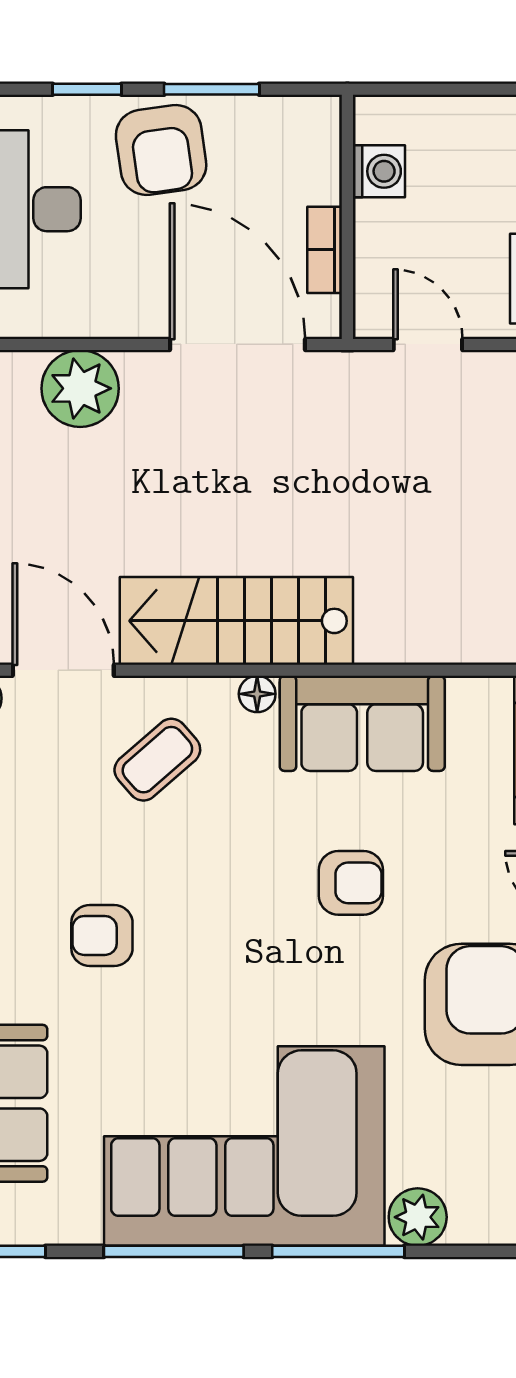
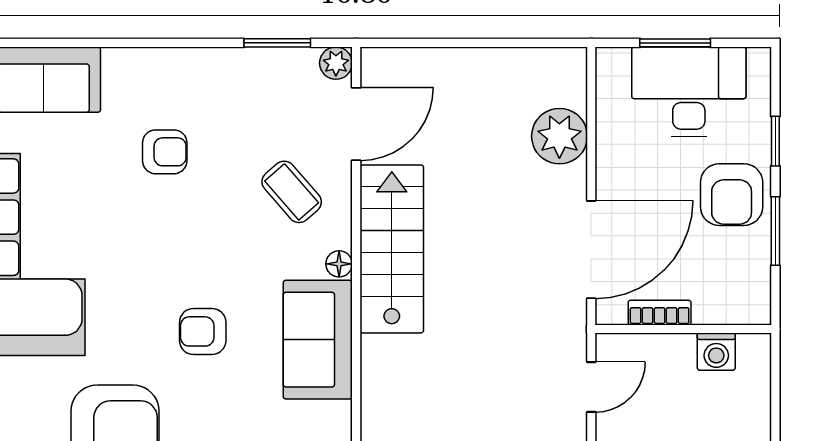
armchair: (161, 150) -> (732, 195), turned -82
armchair: (351, 883) -> (203, 331), turned 90
armchair: (102, 935) -> (165, 152), turned 90

